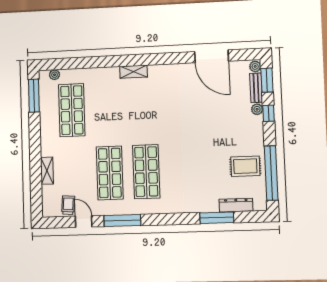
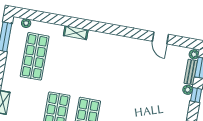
door: (212, 56) -> (160, 38), width x0.53
shelving: (134, 72) -> (76, 33), moved

